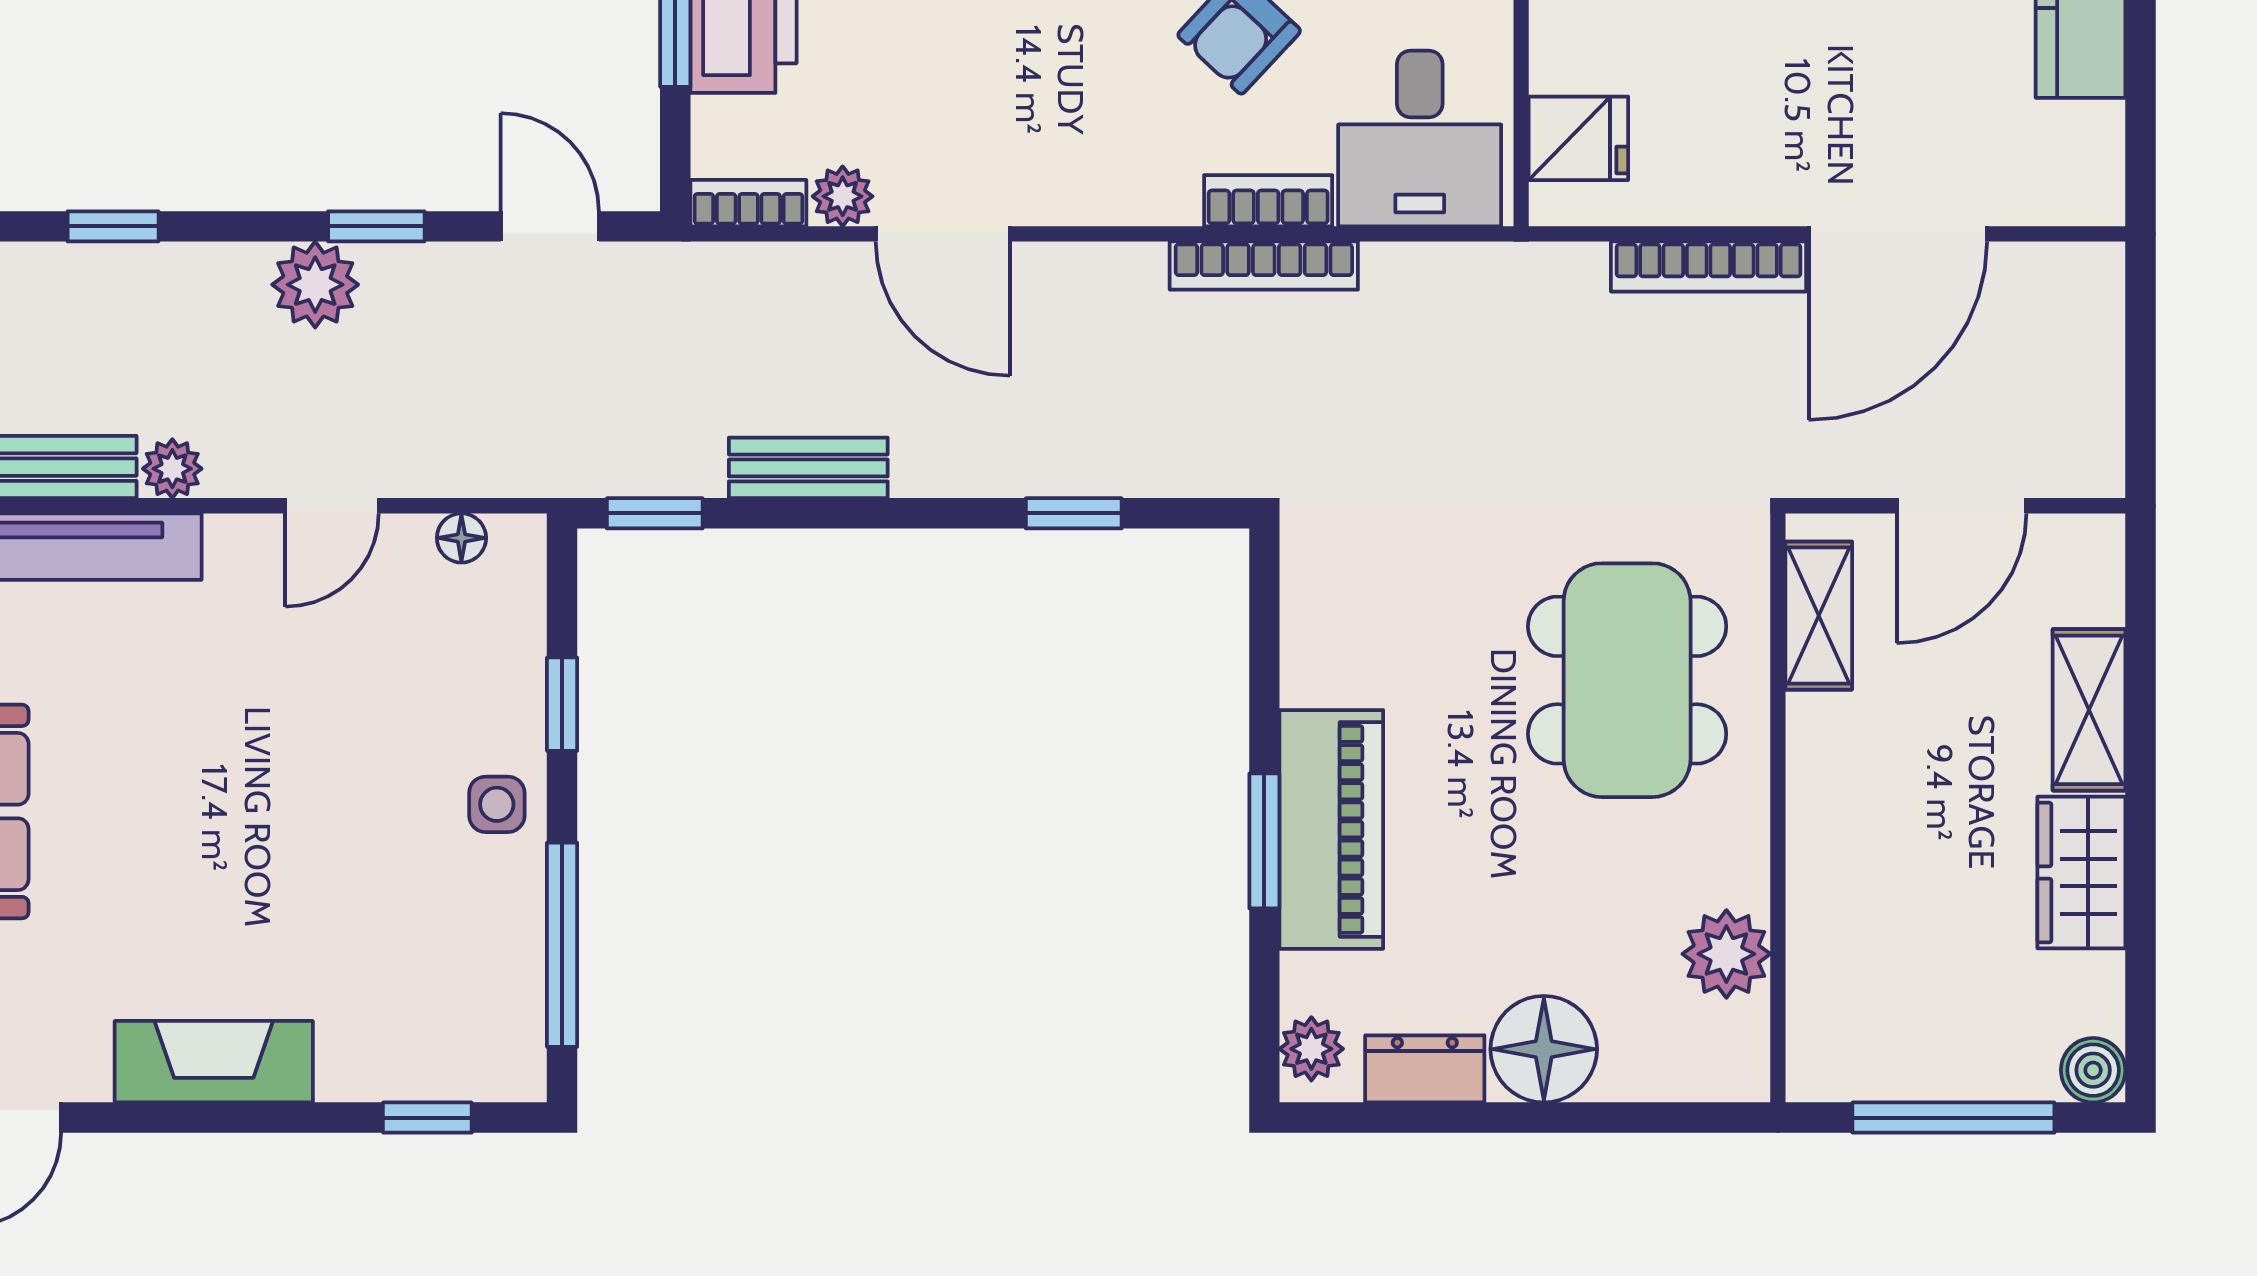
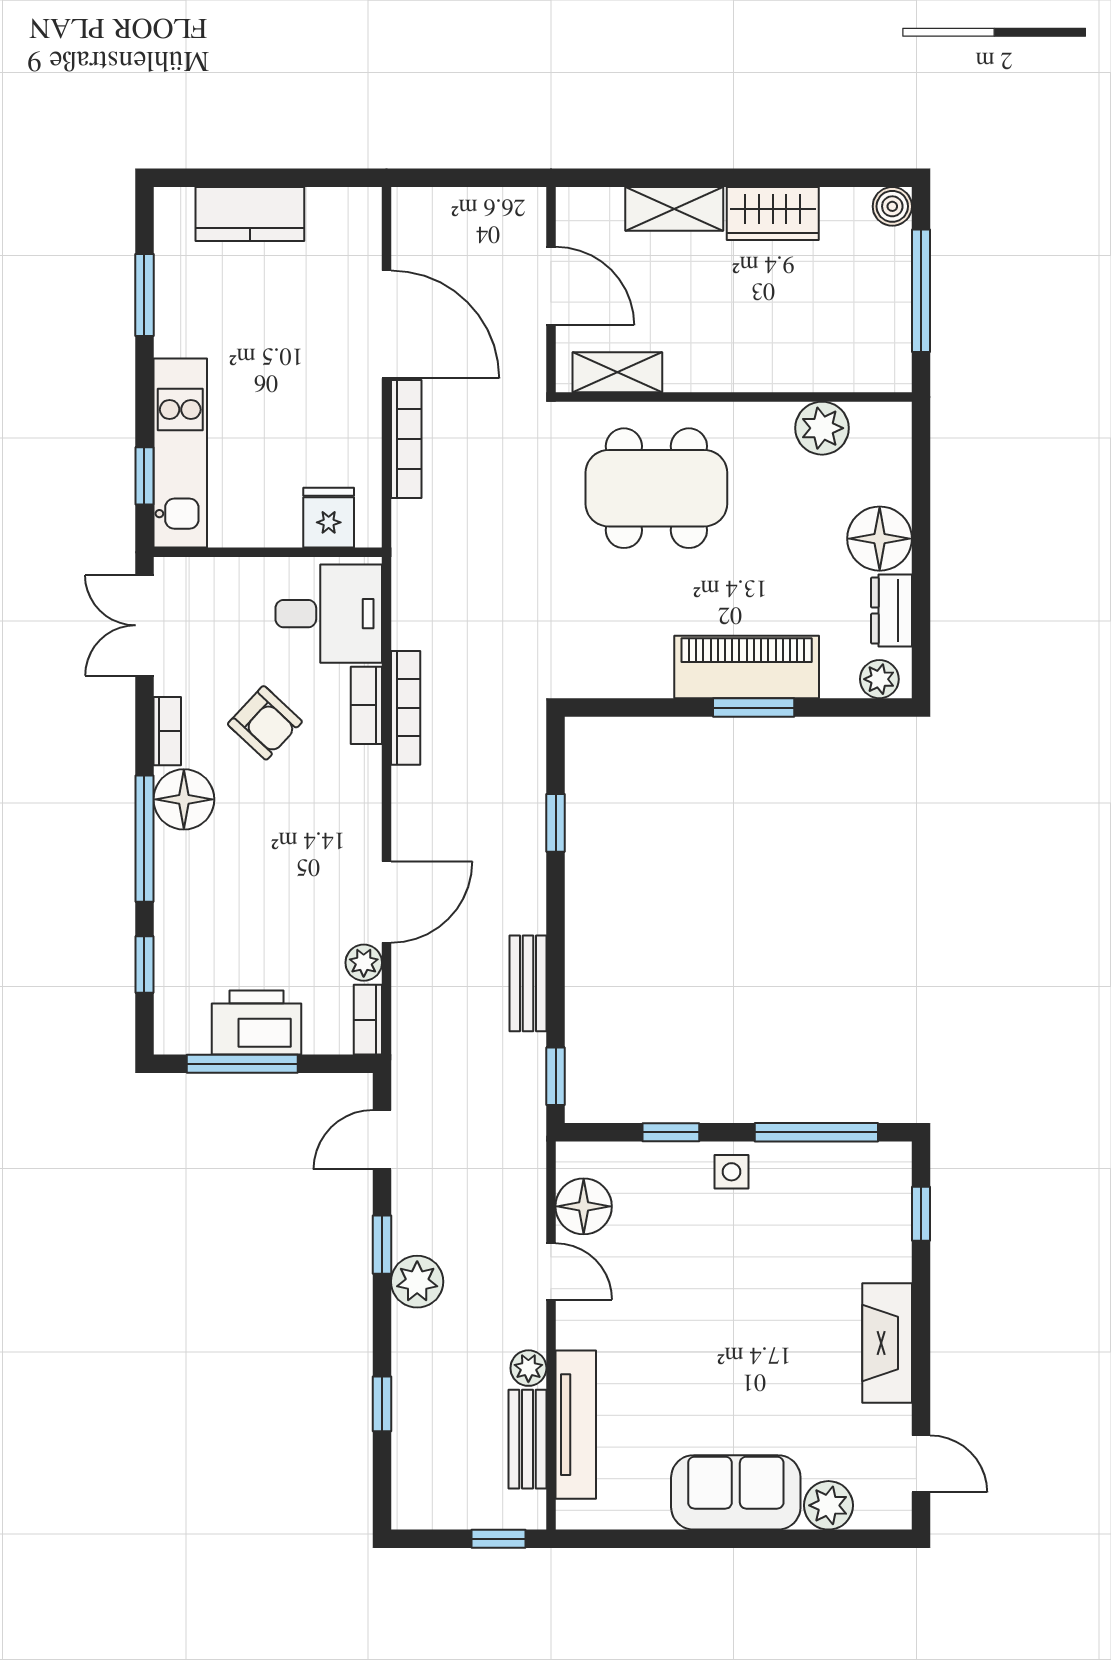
floor lamp: (461, 538) -> (584, 1206), width x1.89, depth x1.89

